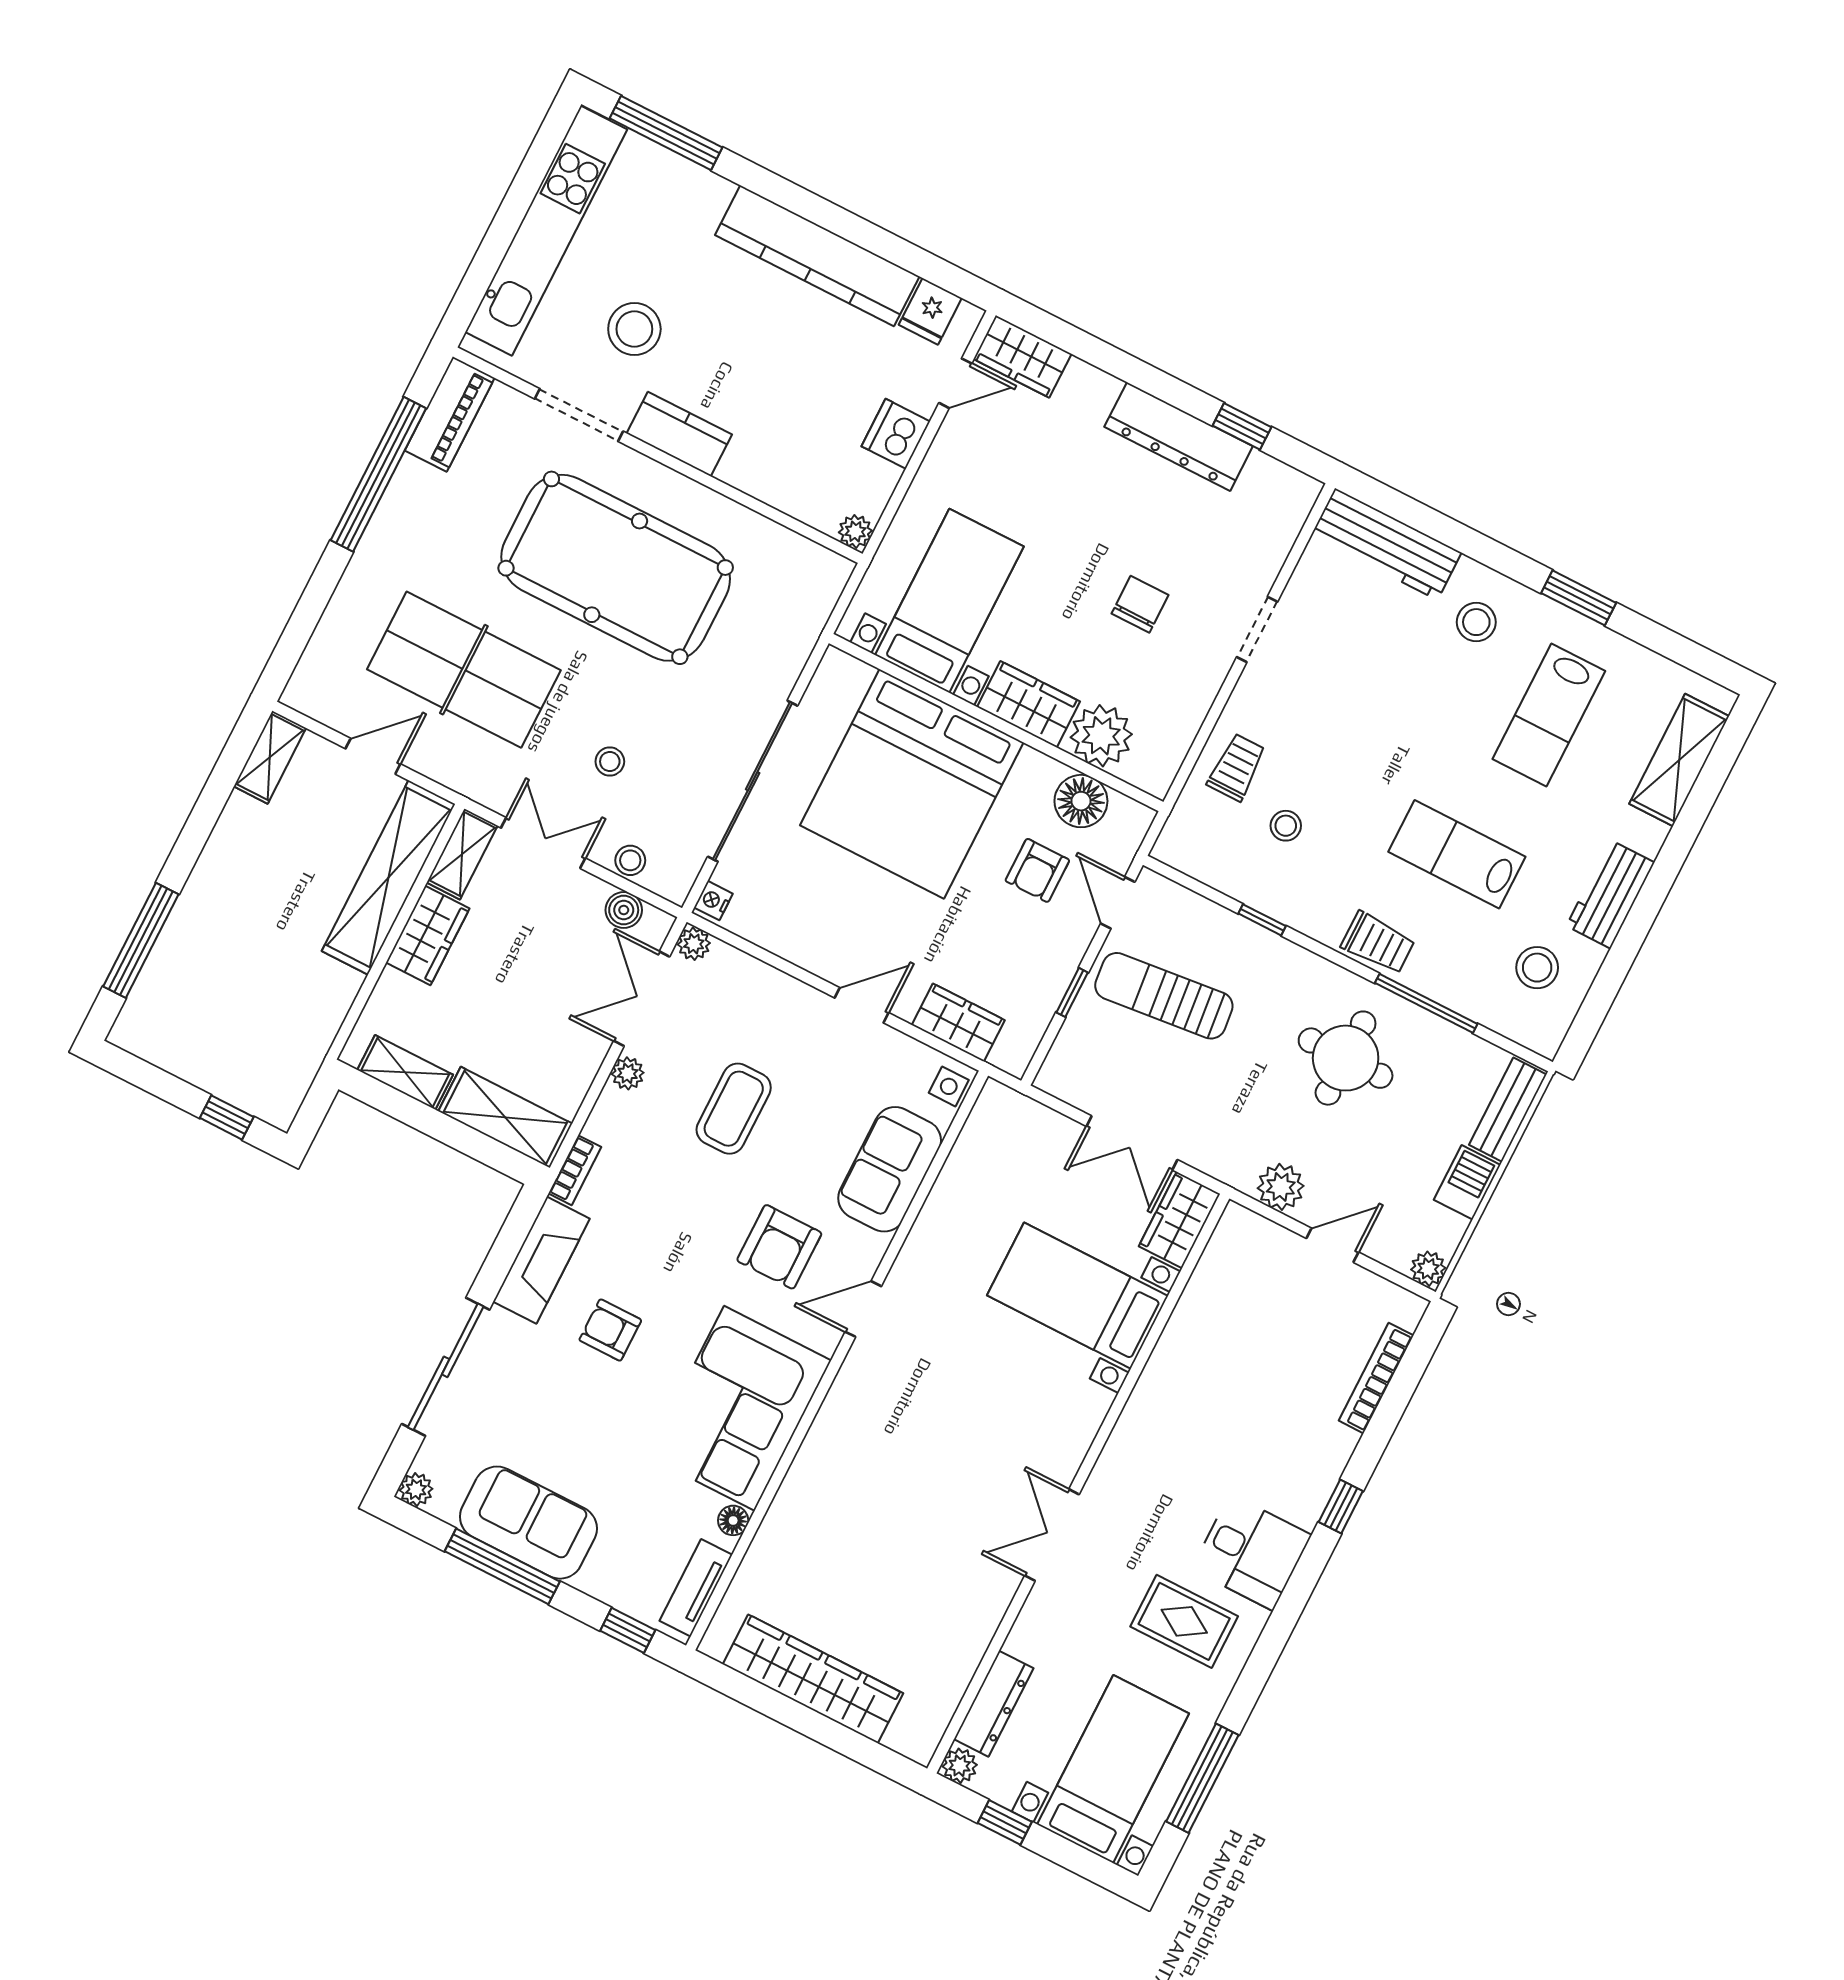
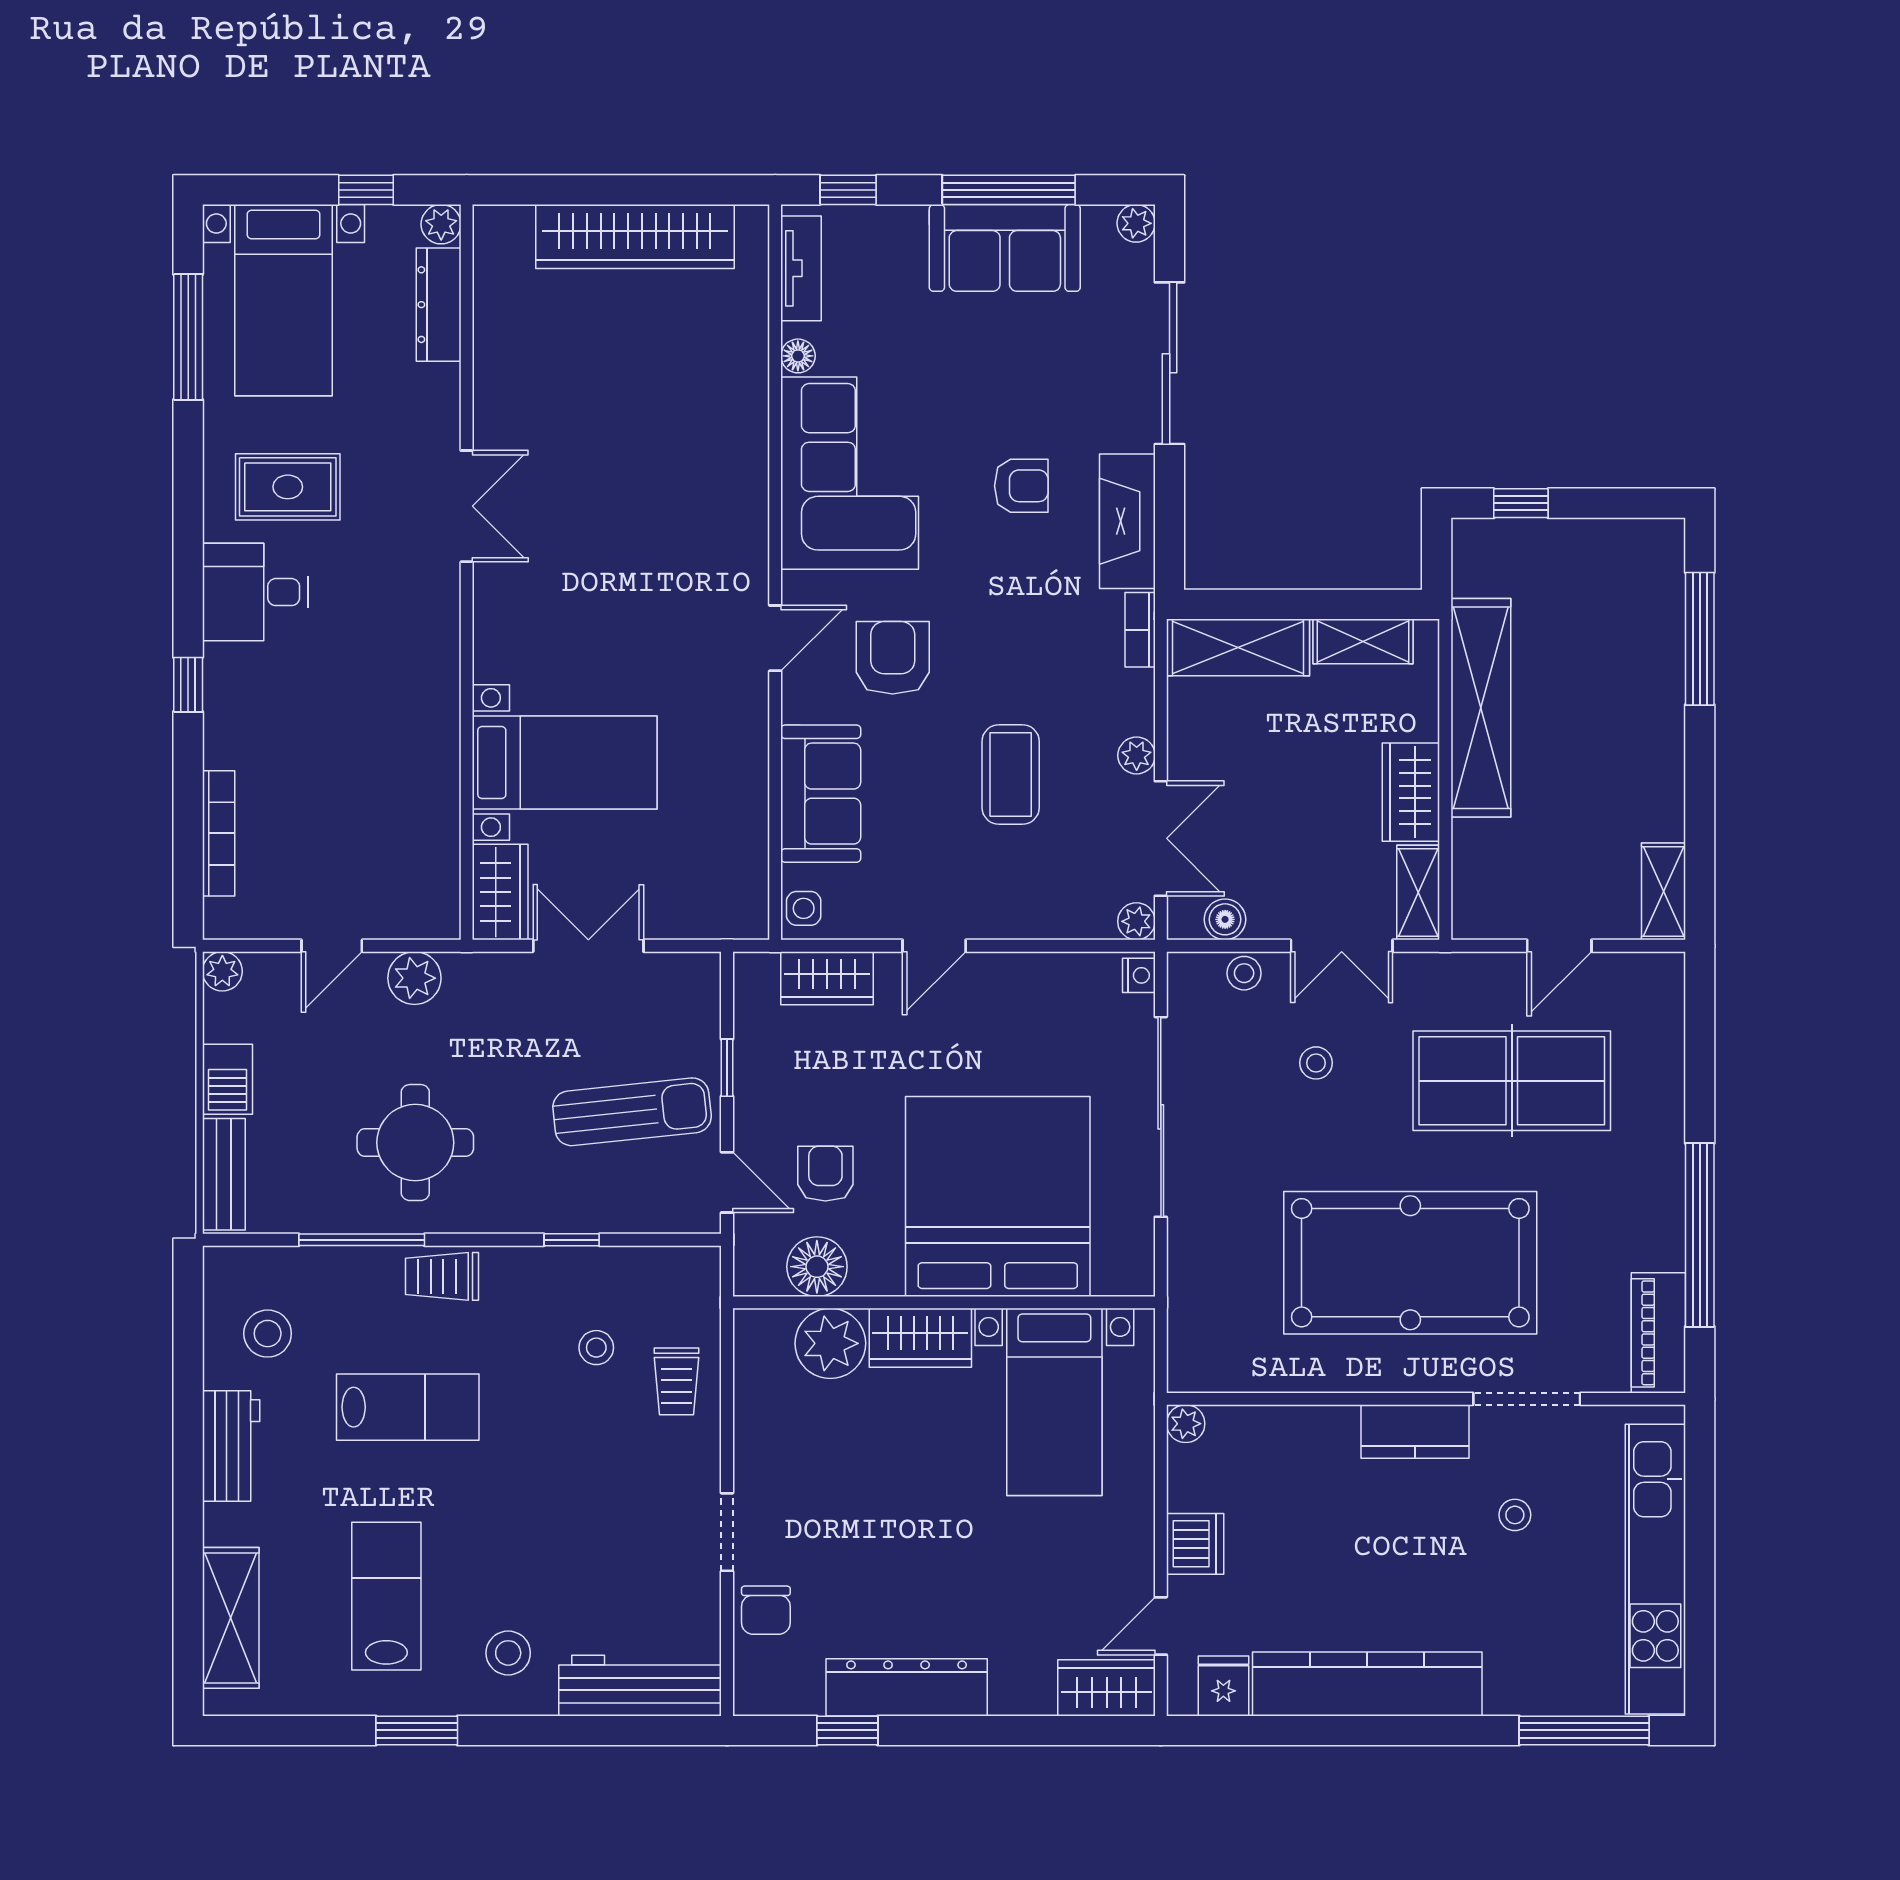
stool: (634, 329) -> (1515, 1515), width x0.53, depth x0.53
chair: (1140, 604) -> (766, 1610), moved
shelving: (388, 878) -> (1481, 708), moved

